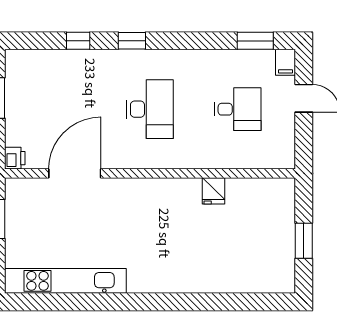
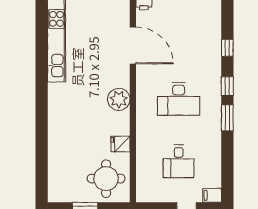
window: (255, 41) -> (227, 118), moved
plant: (151, 193) -> (119, 99), added
round table: (262, 211) -> (106, 179), added

